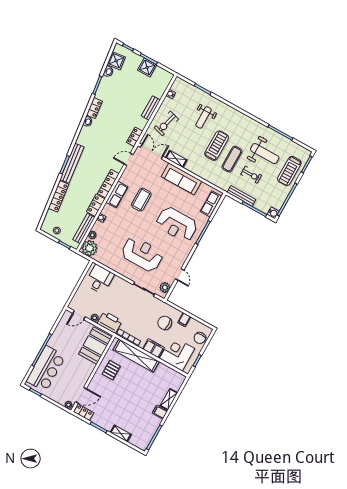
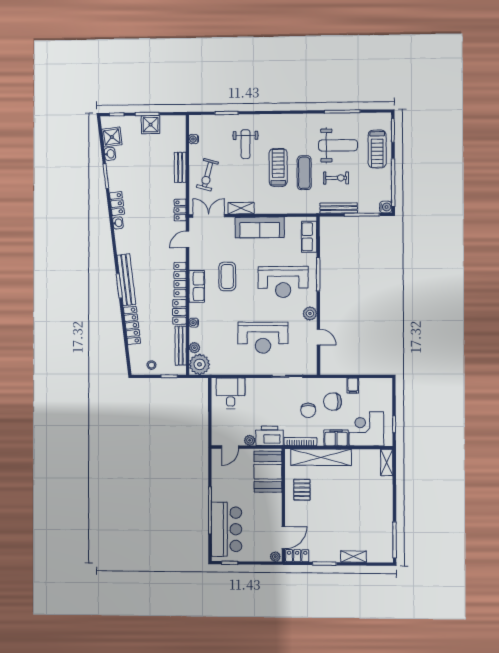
reception desk: (142, 254) -> (263, 338), turned 180
plant: (165, 287) -> (310, 314), moved
chair: (200, 338) -> (308, 410), moved
shelving: (169, 399) -> (387, 463), moved
filing cabinet: (160, 412) -> (385, 507), removed

